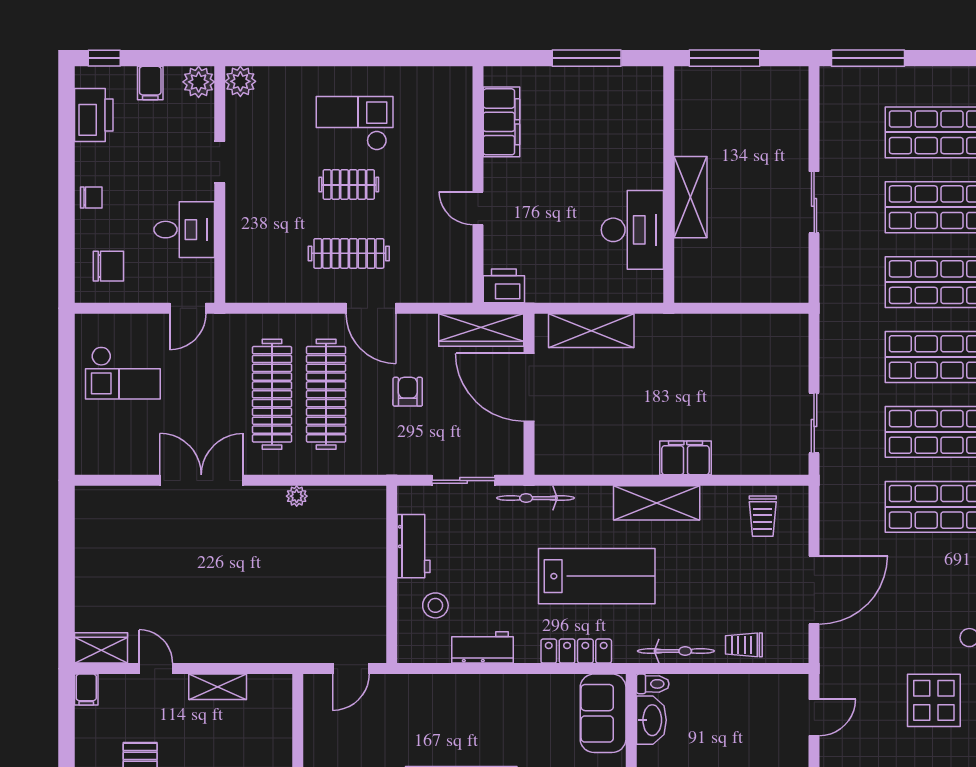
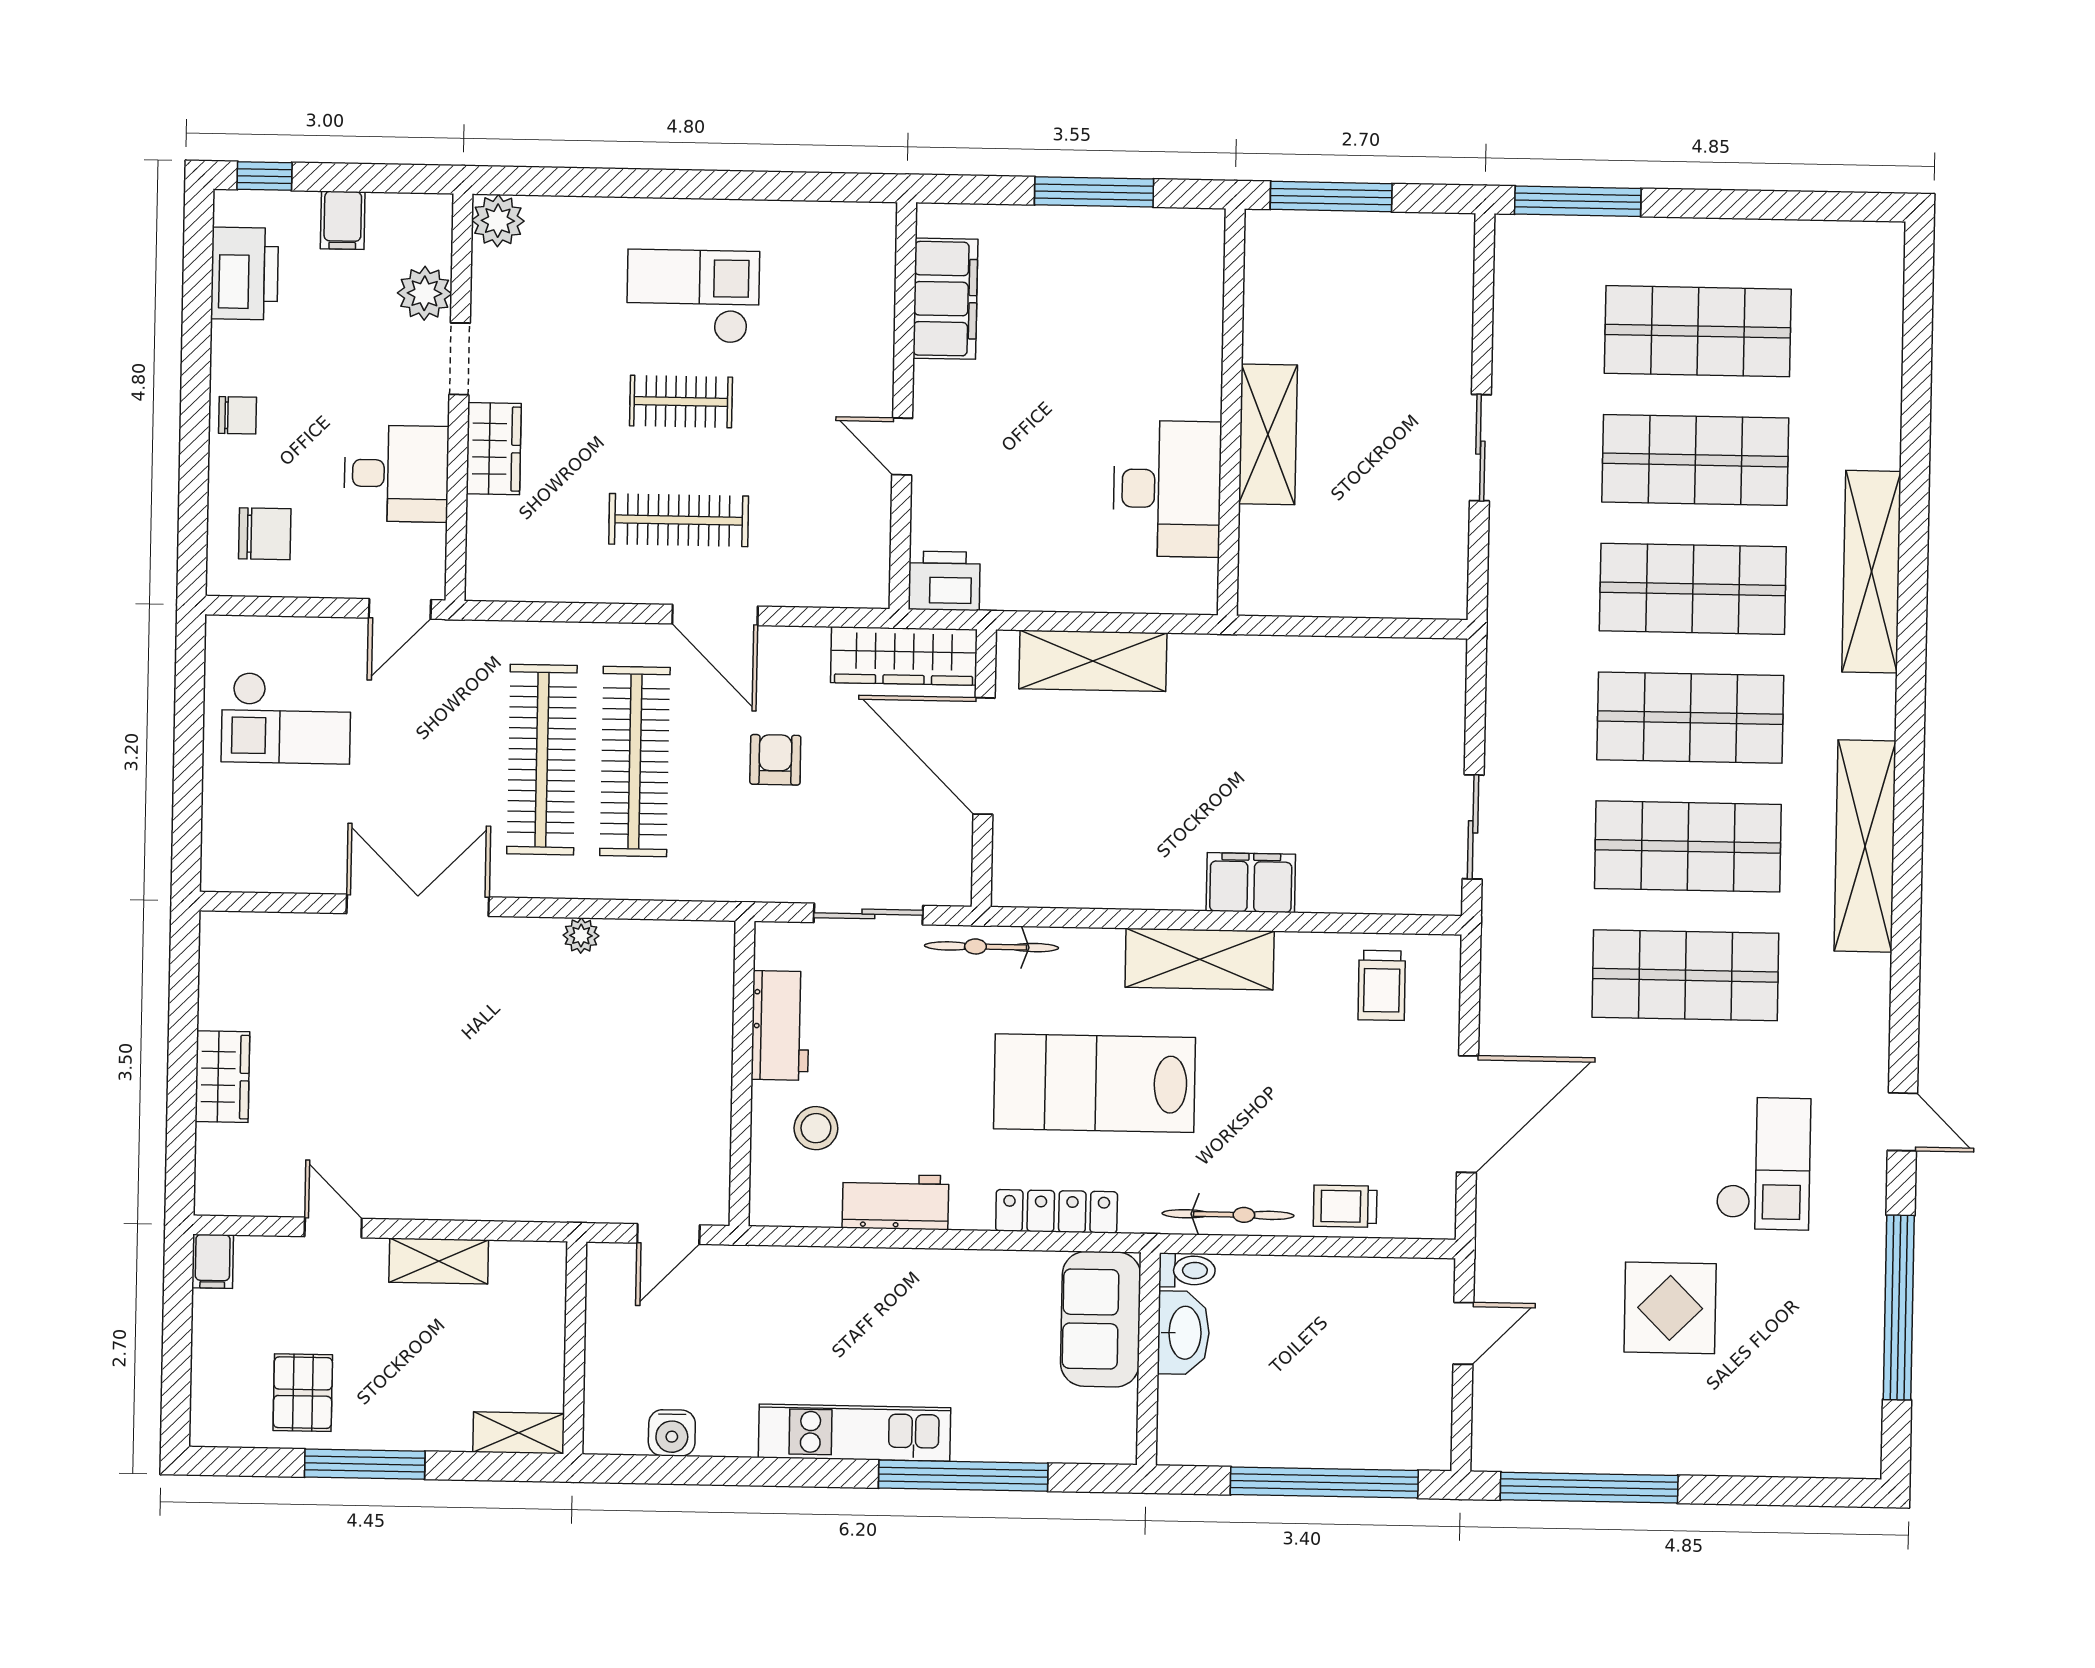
plant: (199, 82) -> (425, 293), moved
wardrobe: (241, 214) -> (494, 449), added
lab bench: (597, 576) -> (1094, 1083), turned 180
wardrobe: (101, 648) -> (222, 1077), moved, turned 90

